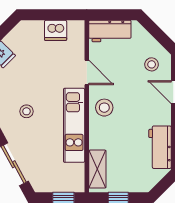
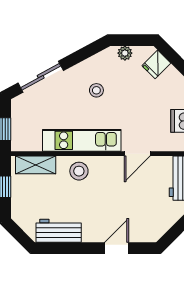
stool: (152, 64) -> (146, 222), removed
stool: (104, 108) -> (79, 171), moved

